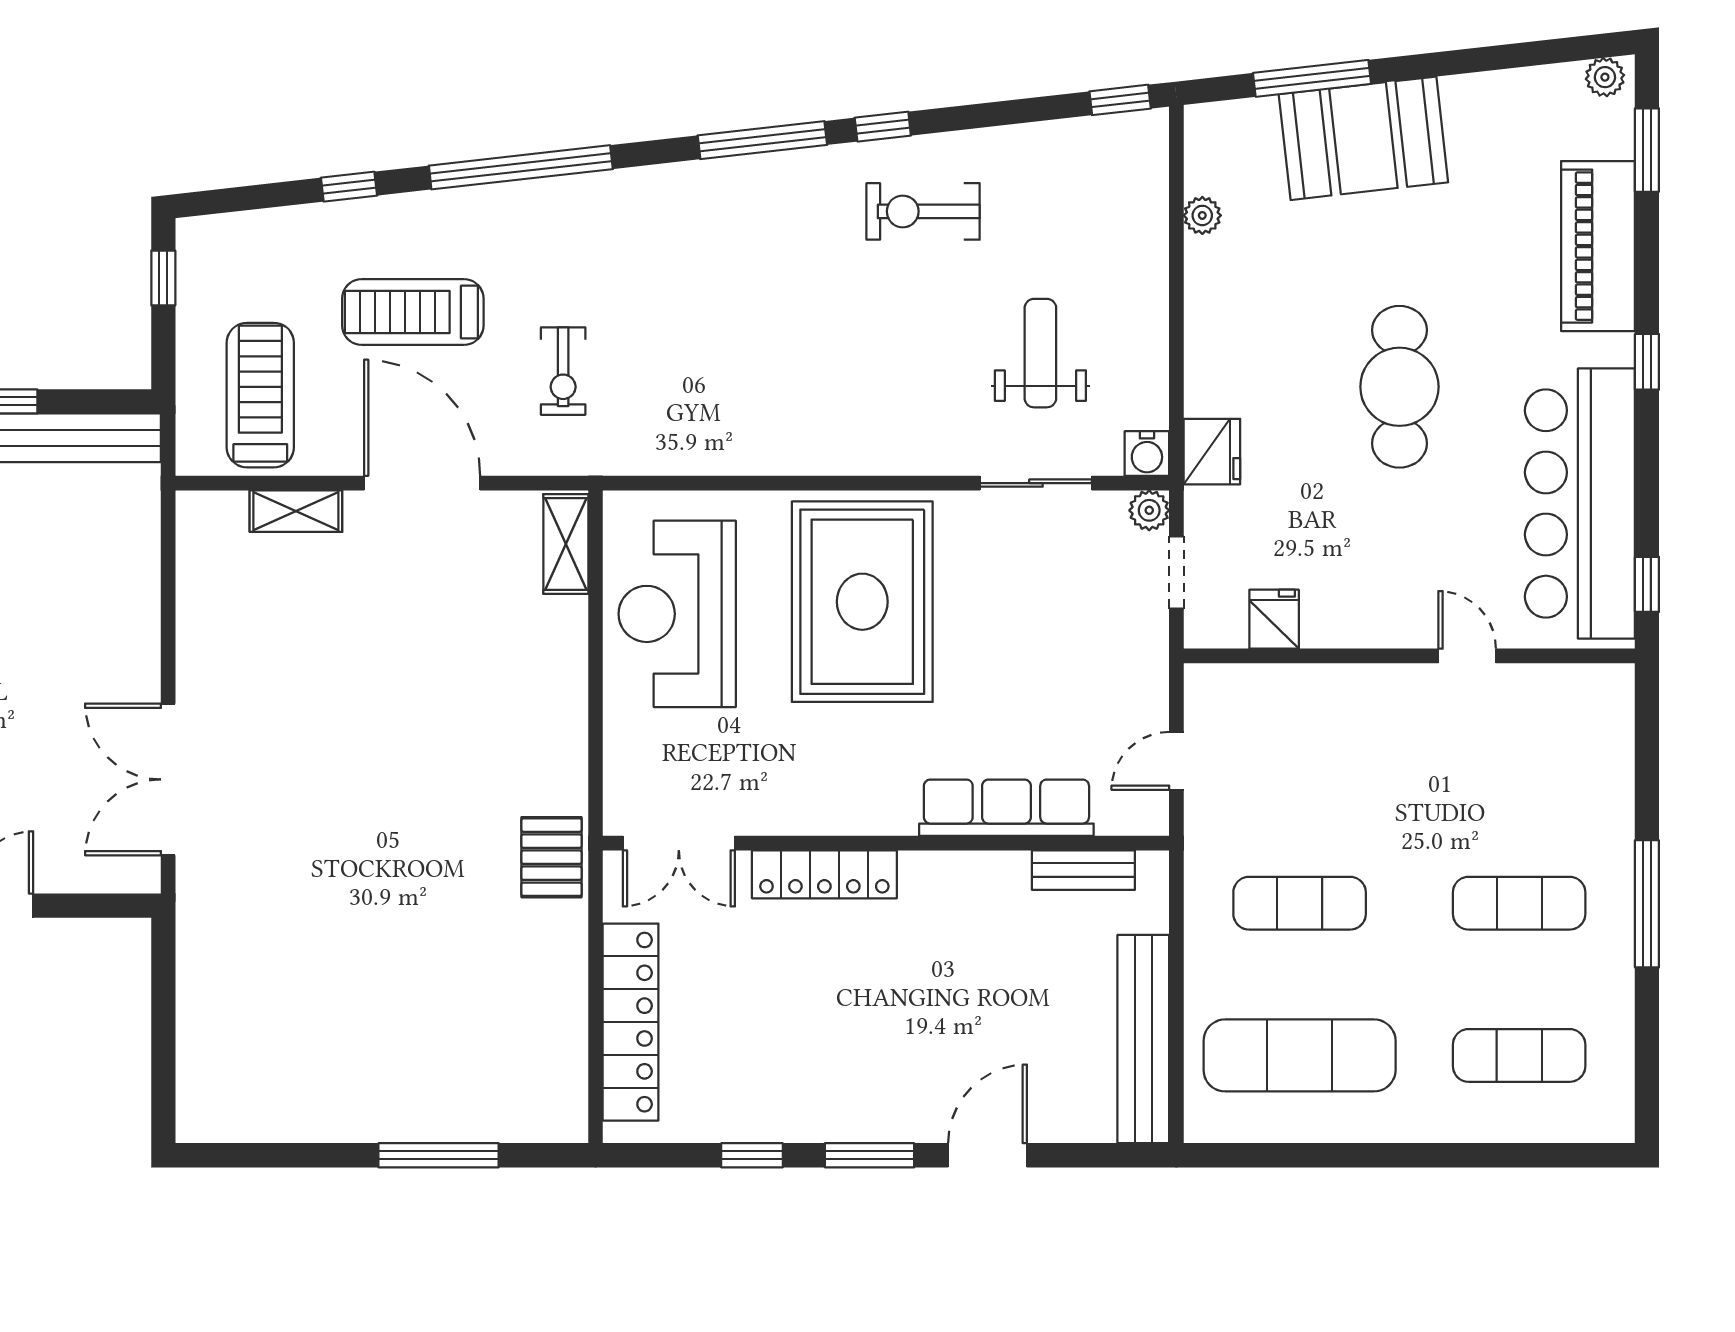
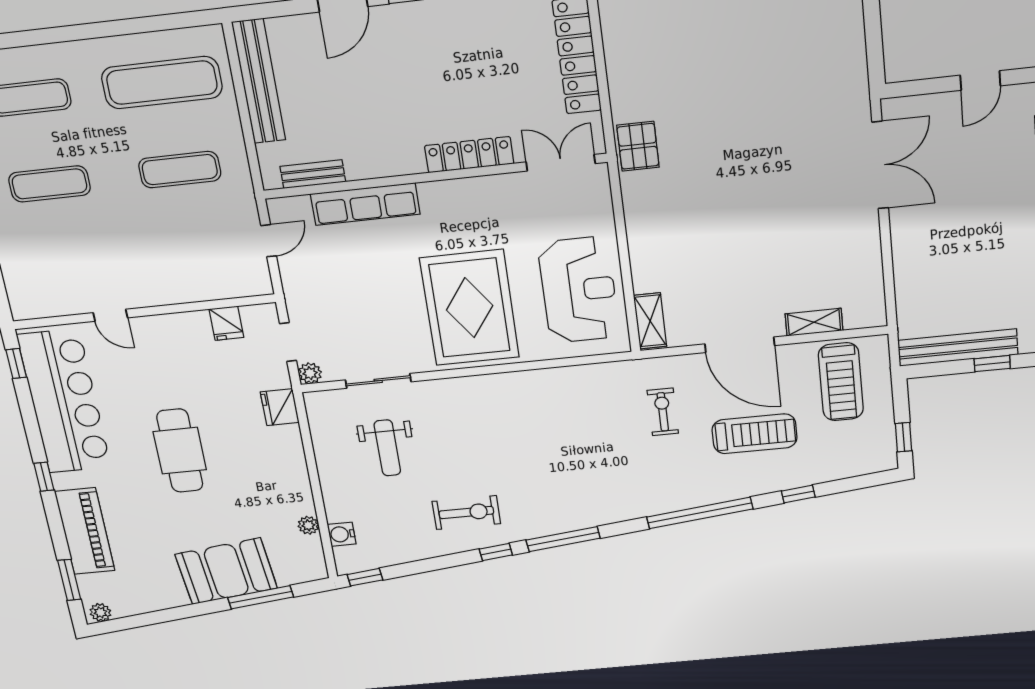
water cooler: (1147, 454) -> (342, 534), moved, turned -90

